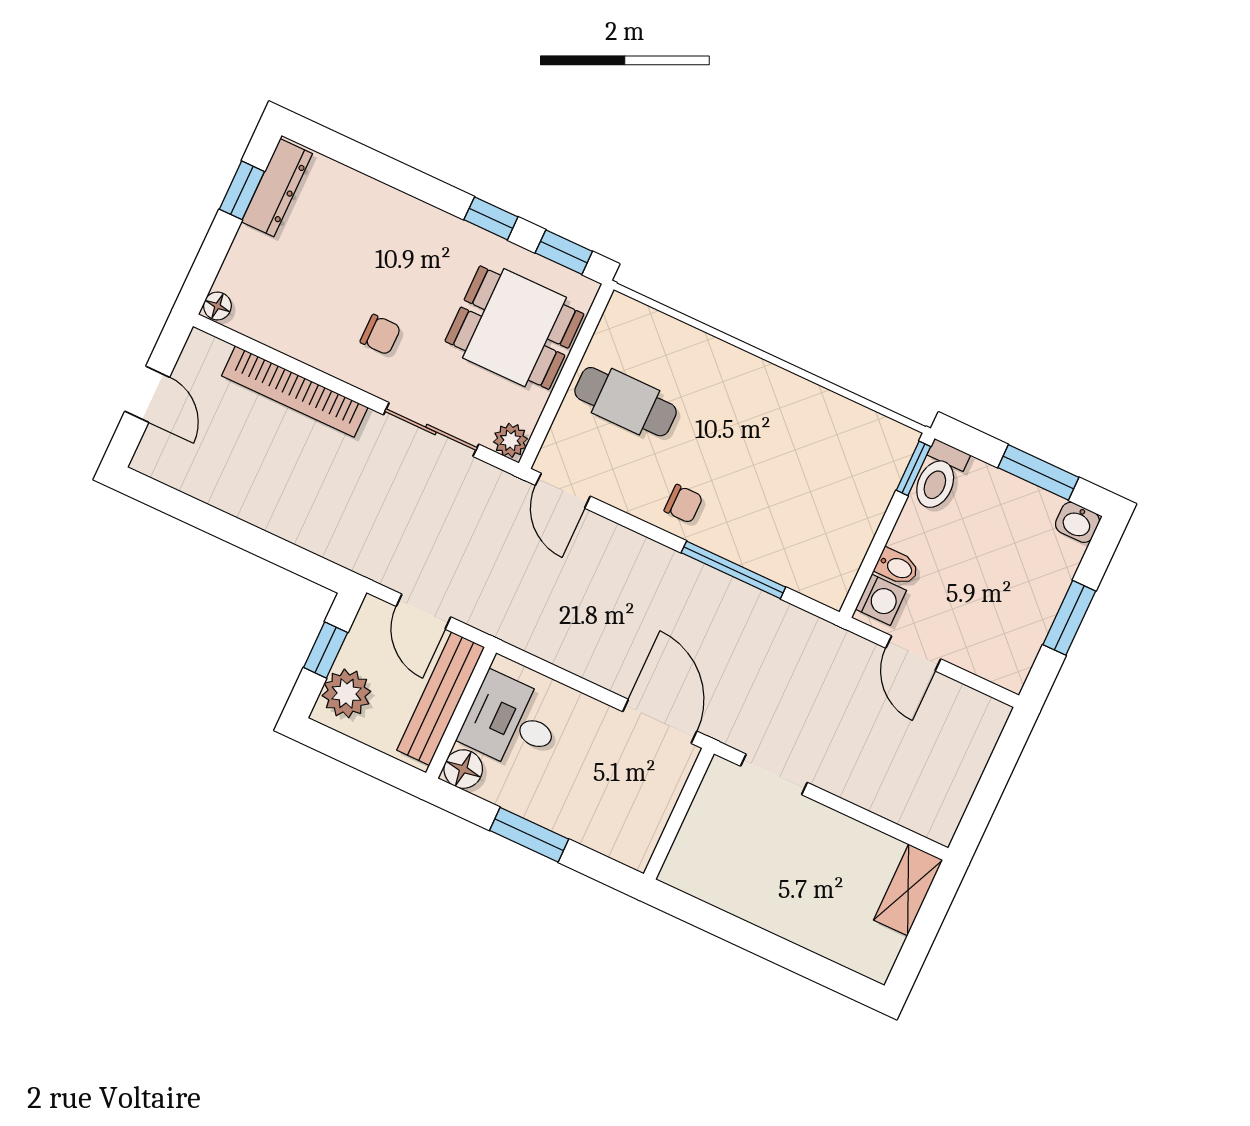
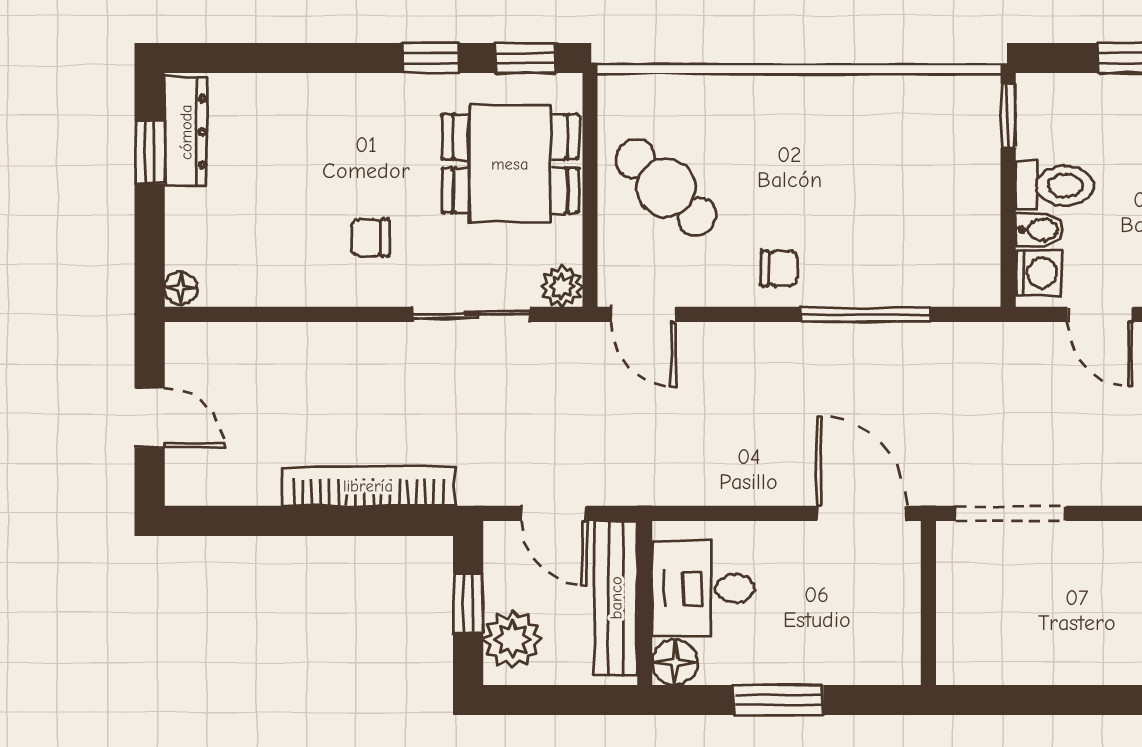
chair: (380, 335) -> (370, 238), turned 180
bookcase: (295, 392) -> (368, 486), moved, turned 180
cafe table: (625, 402) -> (666, 188), turned 43
toilet: (939, 476) -> (1054, 186), moved, turned -90
doorway: (774, 774) -> (1011, 513), width x1.38

